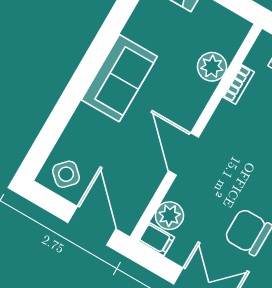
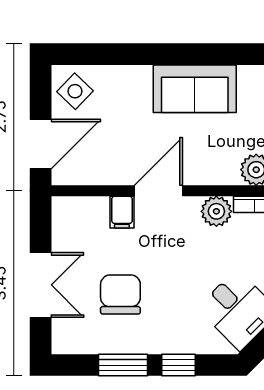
plant: (169, 216) -> (216, 211), moved
filing cabinet: (157, 239) -> (122, 212), moved

